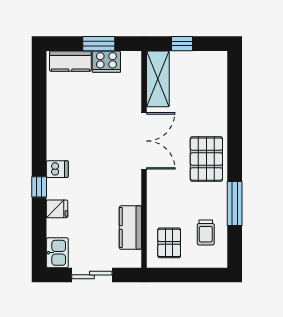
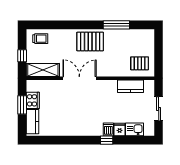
dishwasher: (57, 169) -> (108, 129), moved
trolley: (206, 232) -> (40, 39), moved
kitchen sink: (57, 253) -> (135, 129), moved

